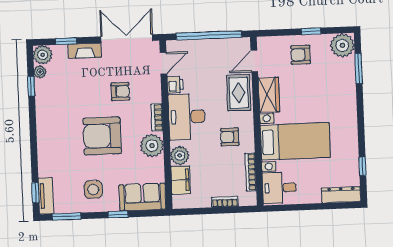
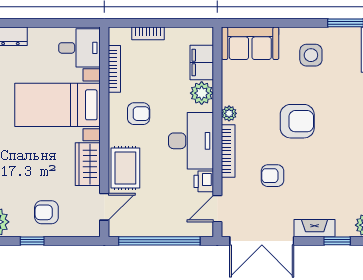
armchair: (301, 55) -> (46, 212), turned 180
bookcase: (157, 117) -> (228, 151), width x1.56
armchair: (102, 136) -> (297, 121), width x0.73, depth x0.73
plant: (152, 146) -> (229, 113), width x0.53, depth x0.53
window: (118, 214) -> (281, 23), removed

